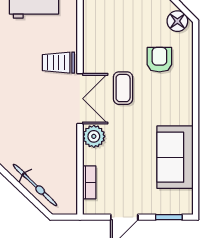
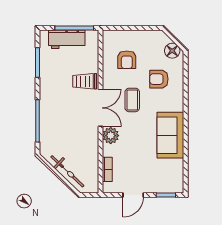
armchair: (116, 33) -> (127, 60), added
armchair: (159, 60) -> (159, 79), turned -90
sofa: (175, 157) -> (170, 135), moved

